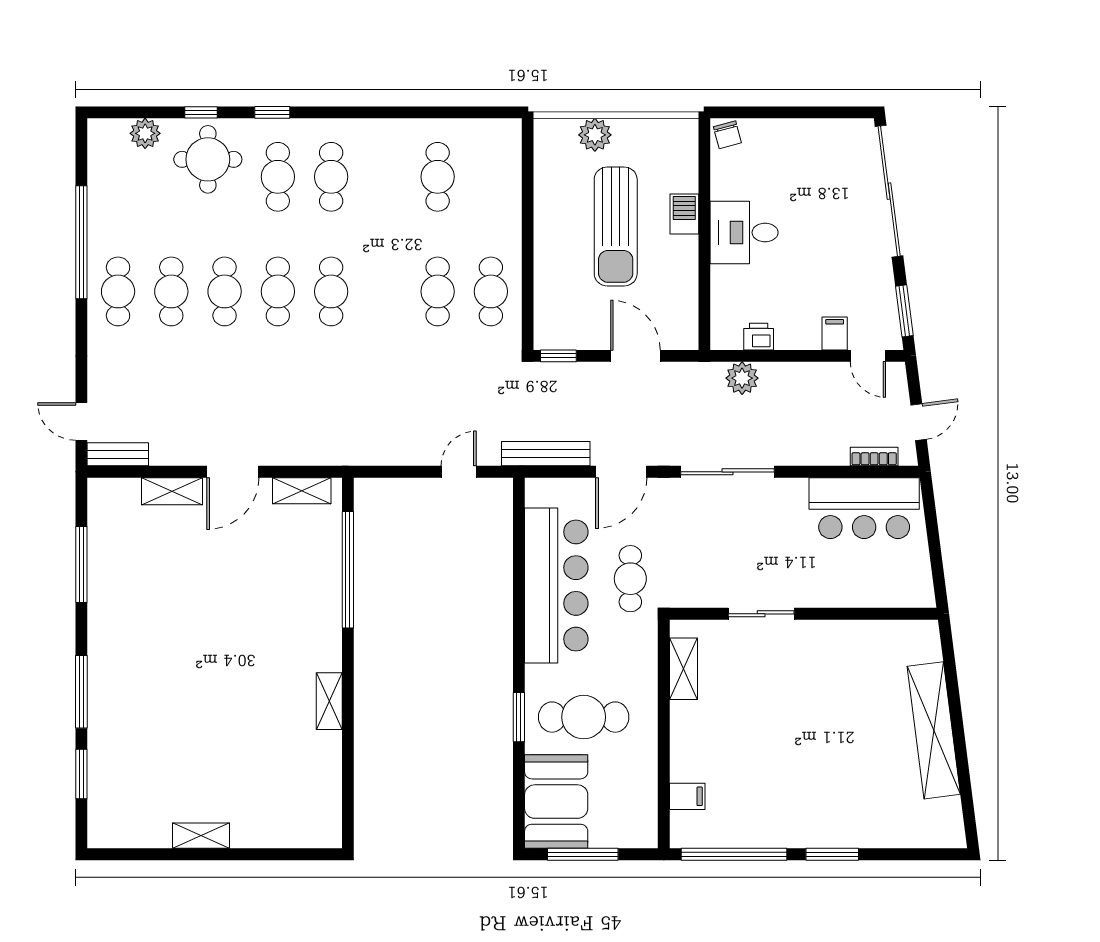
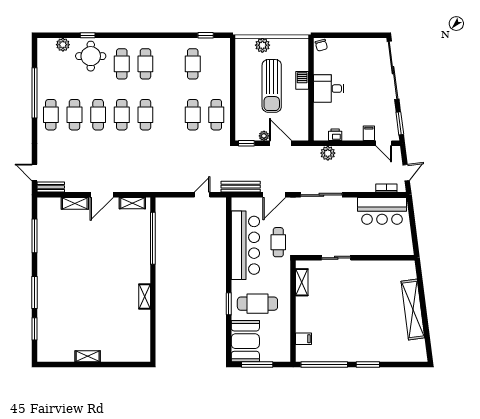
window: (272, 112) -> (206, 35), moved
plant: (598, 339) -> (264, 136), added

